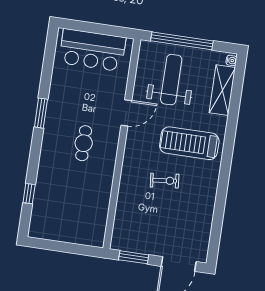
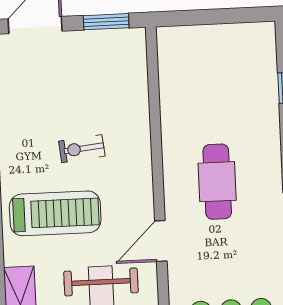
cafe table: (84, 143) -> (217, 182), width x1.37, depth x1.35

